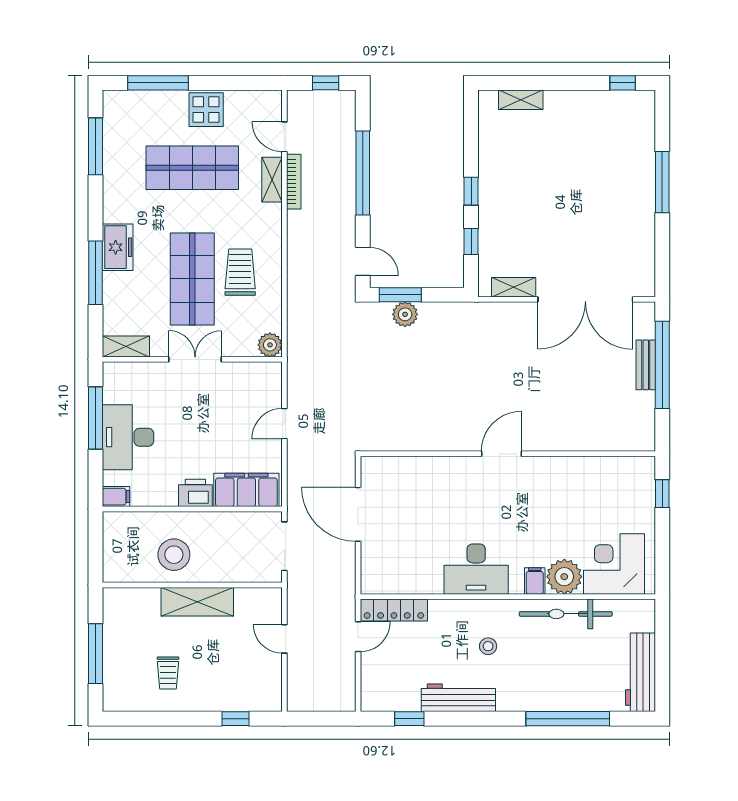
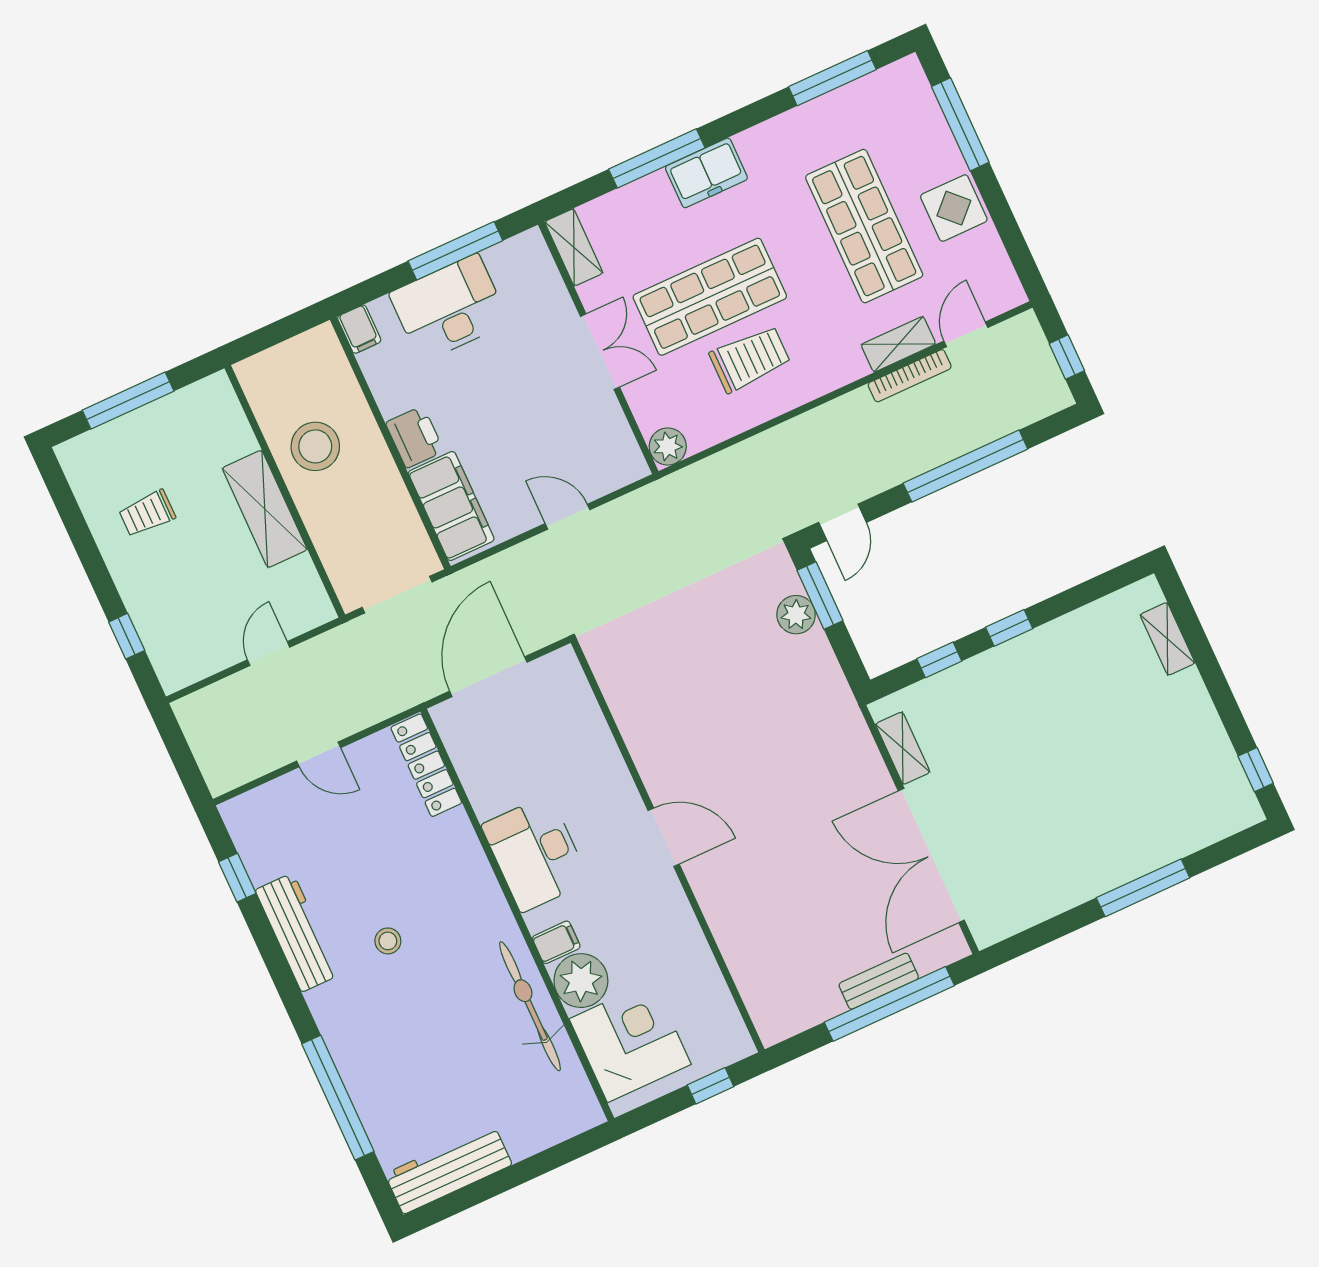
corner desk: (614, 564) -> (630, 1042), moved
desk: (476, 569) -> (535, 853), moved
plant: (564, 577) -> (581, 981), moved
filing cabinet: (535, 581) -> (556, 942), moved
wall: (508, 597) -> (517, 915), moved
locker: (394, 610) -> (426, 765), moved
bicycle: (566, 614) -> (530, 1006), moved

